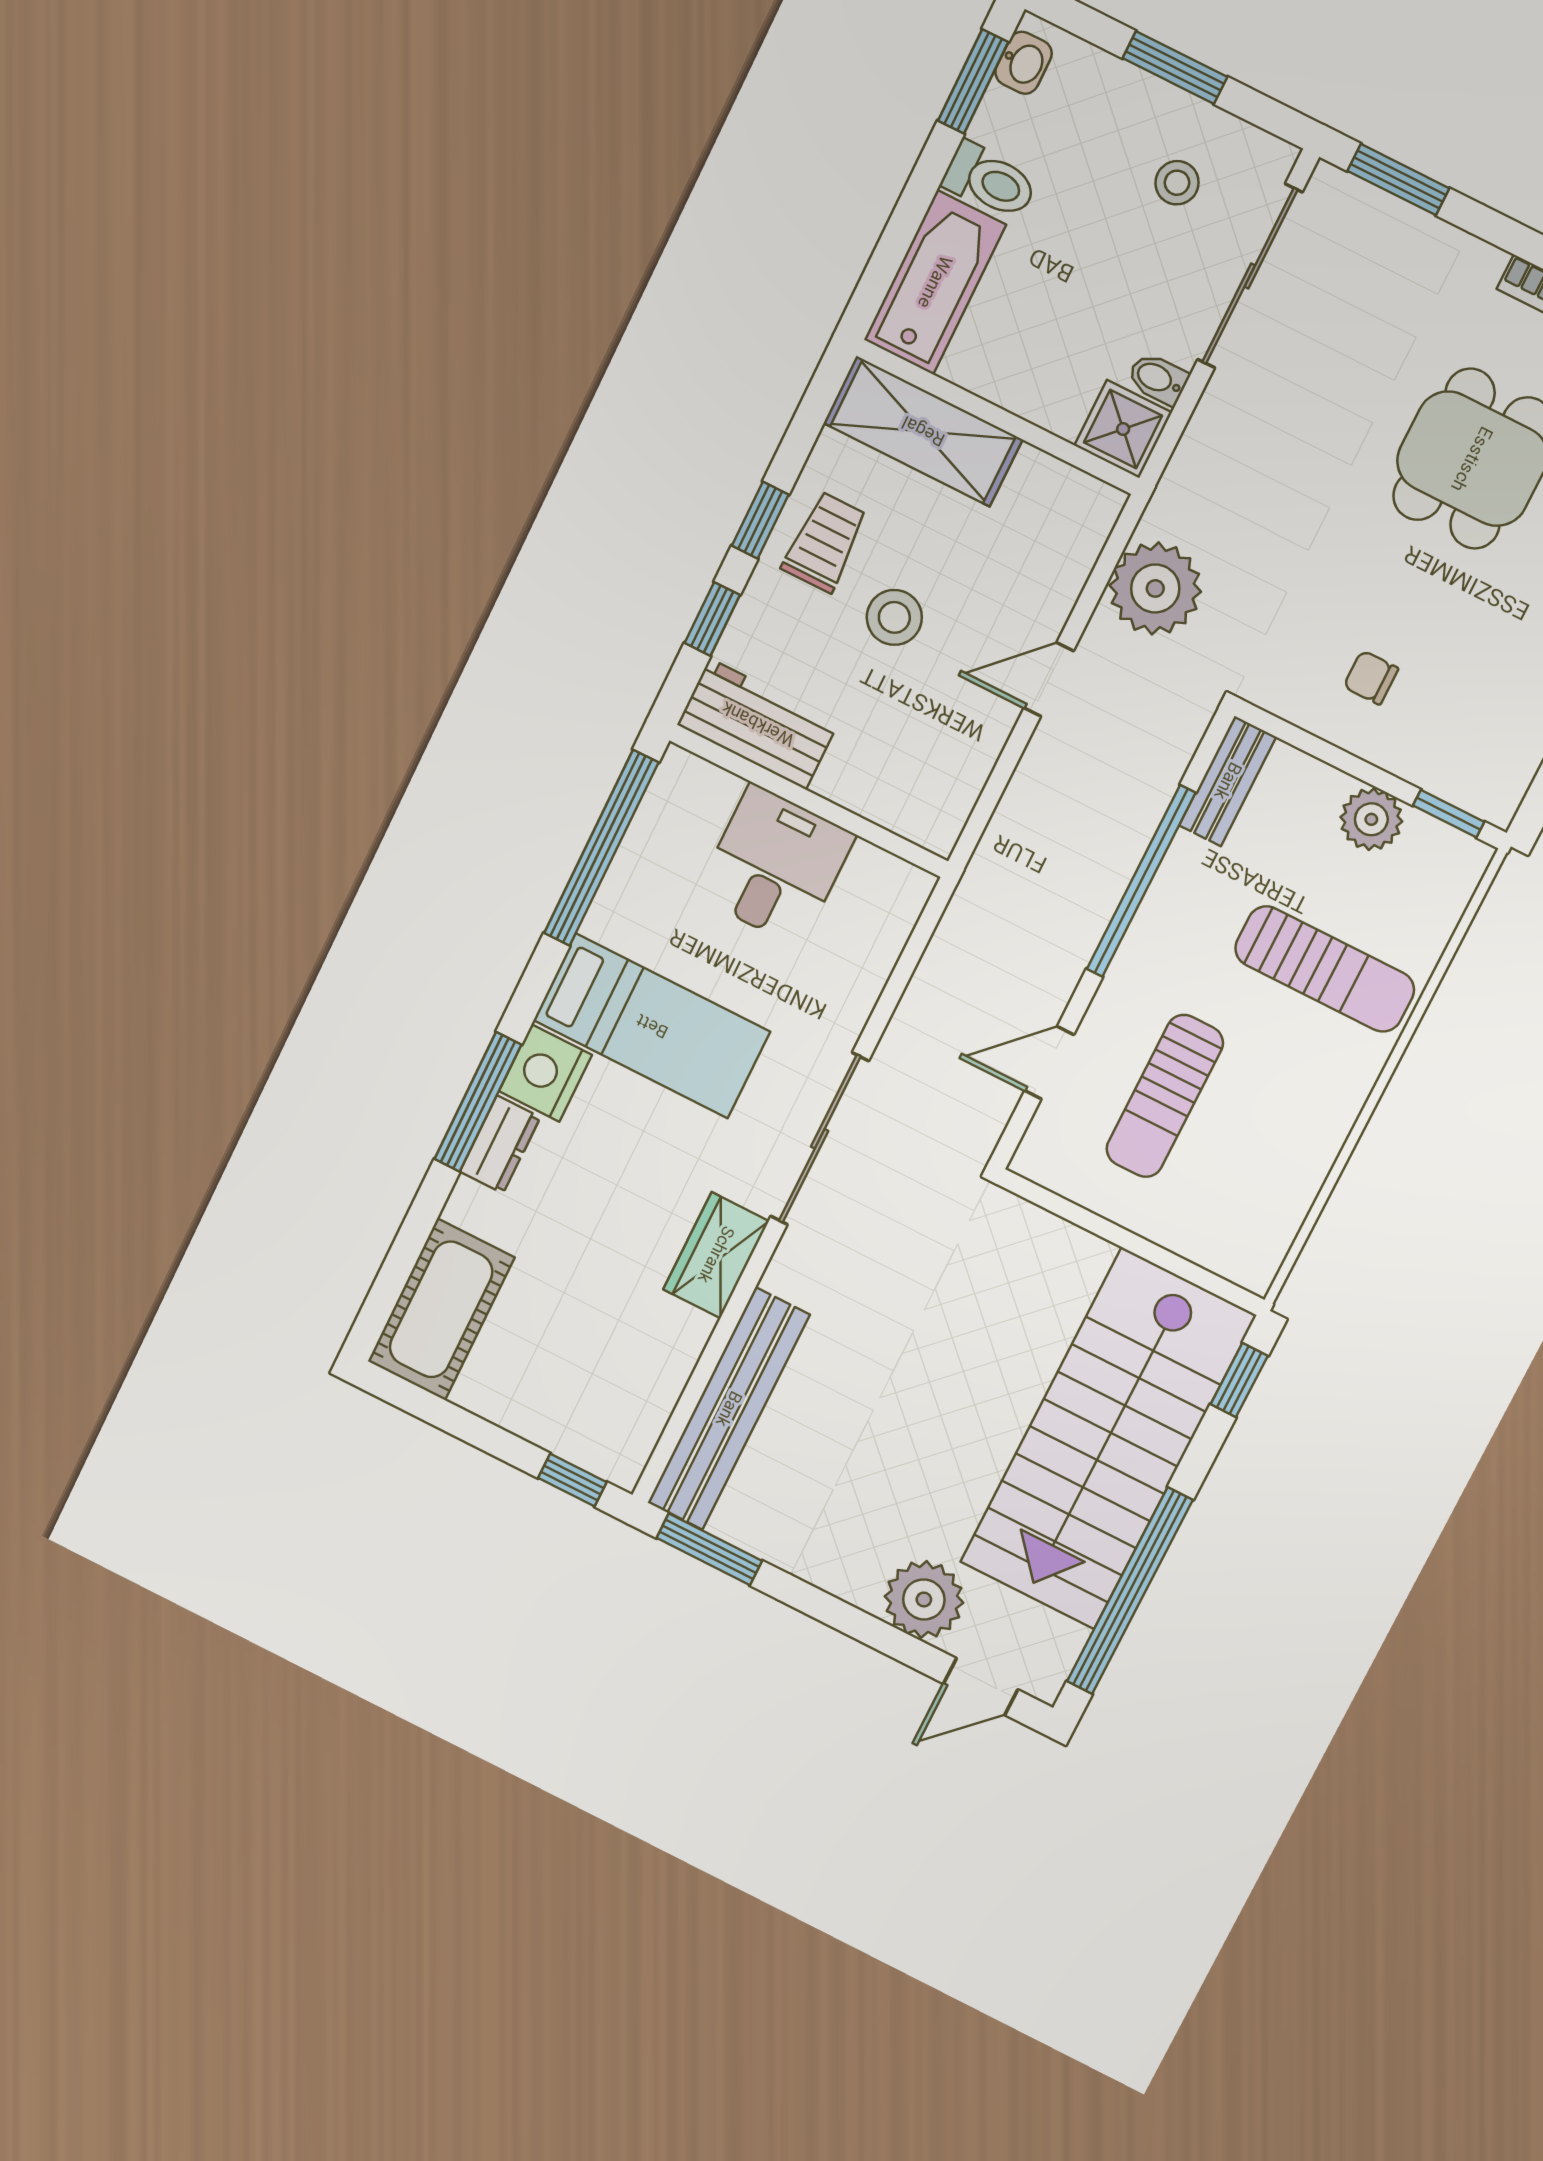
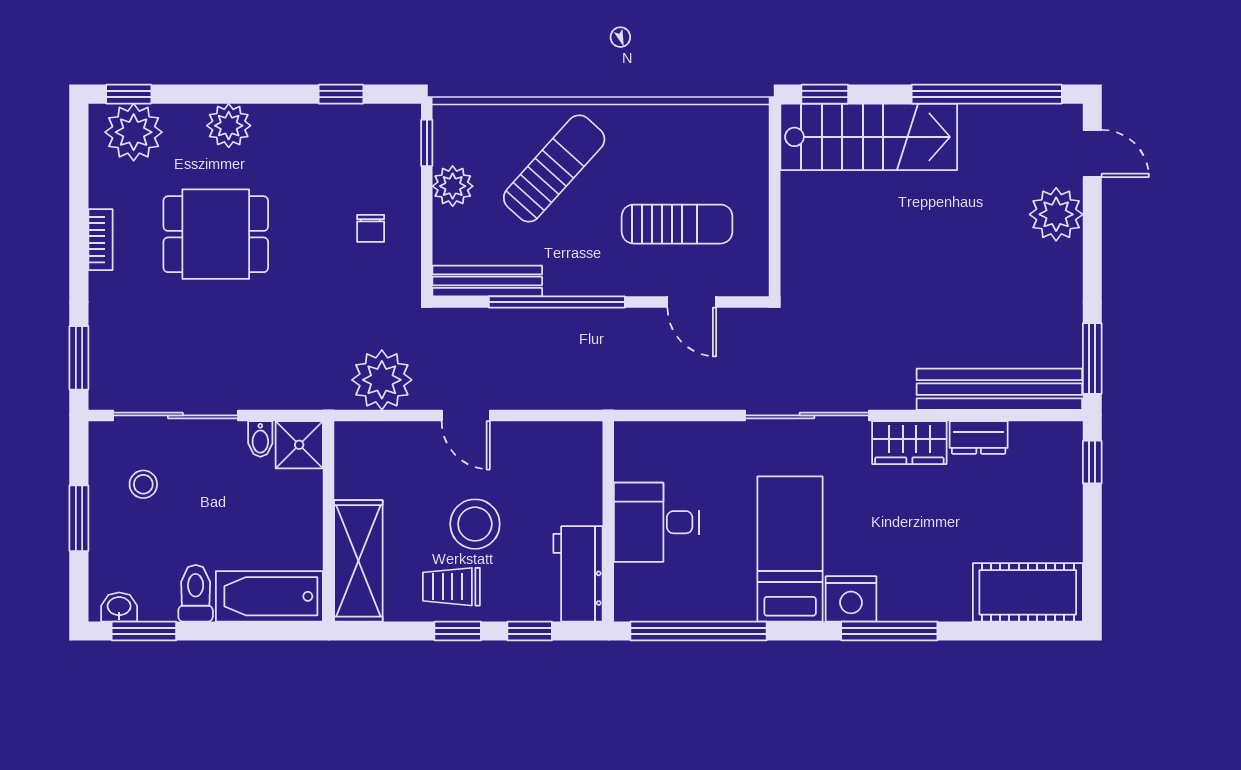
stool: (894, 617) -> (475, 524), width x1.38, depth x1.38
bench: (1228, 781) -> (487, 281), width x1.36
sun lounger: (1325, 969) -> (554, 168), turned 42
dresser: (500, 1144) -> (979, 437), moved, turned 180
stairs: (1108, 1439) -> (869, 137), width x0.73, depth x0.66

